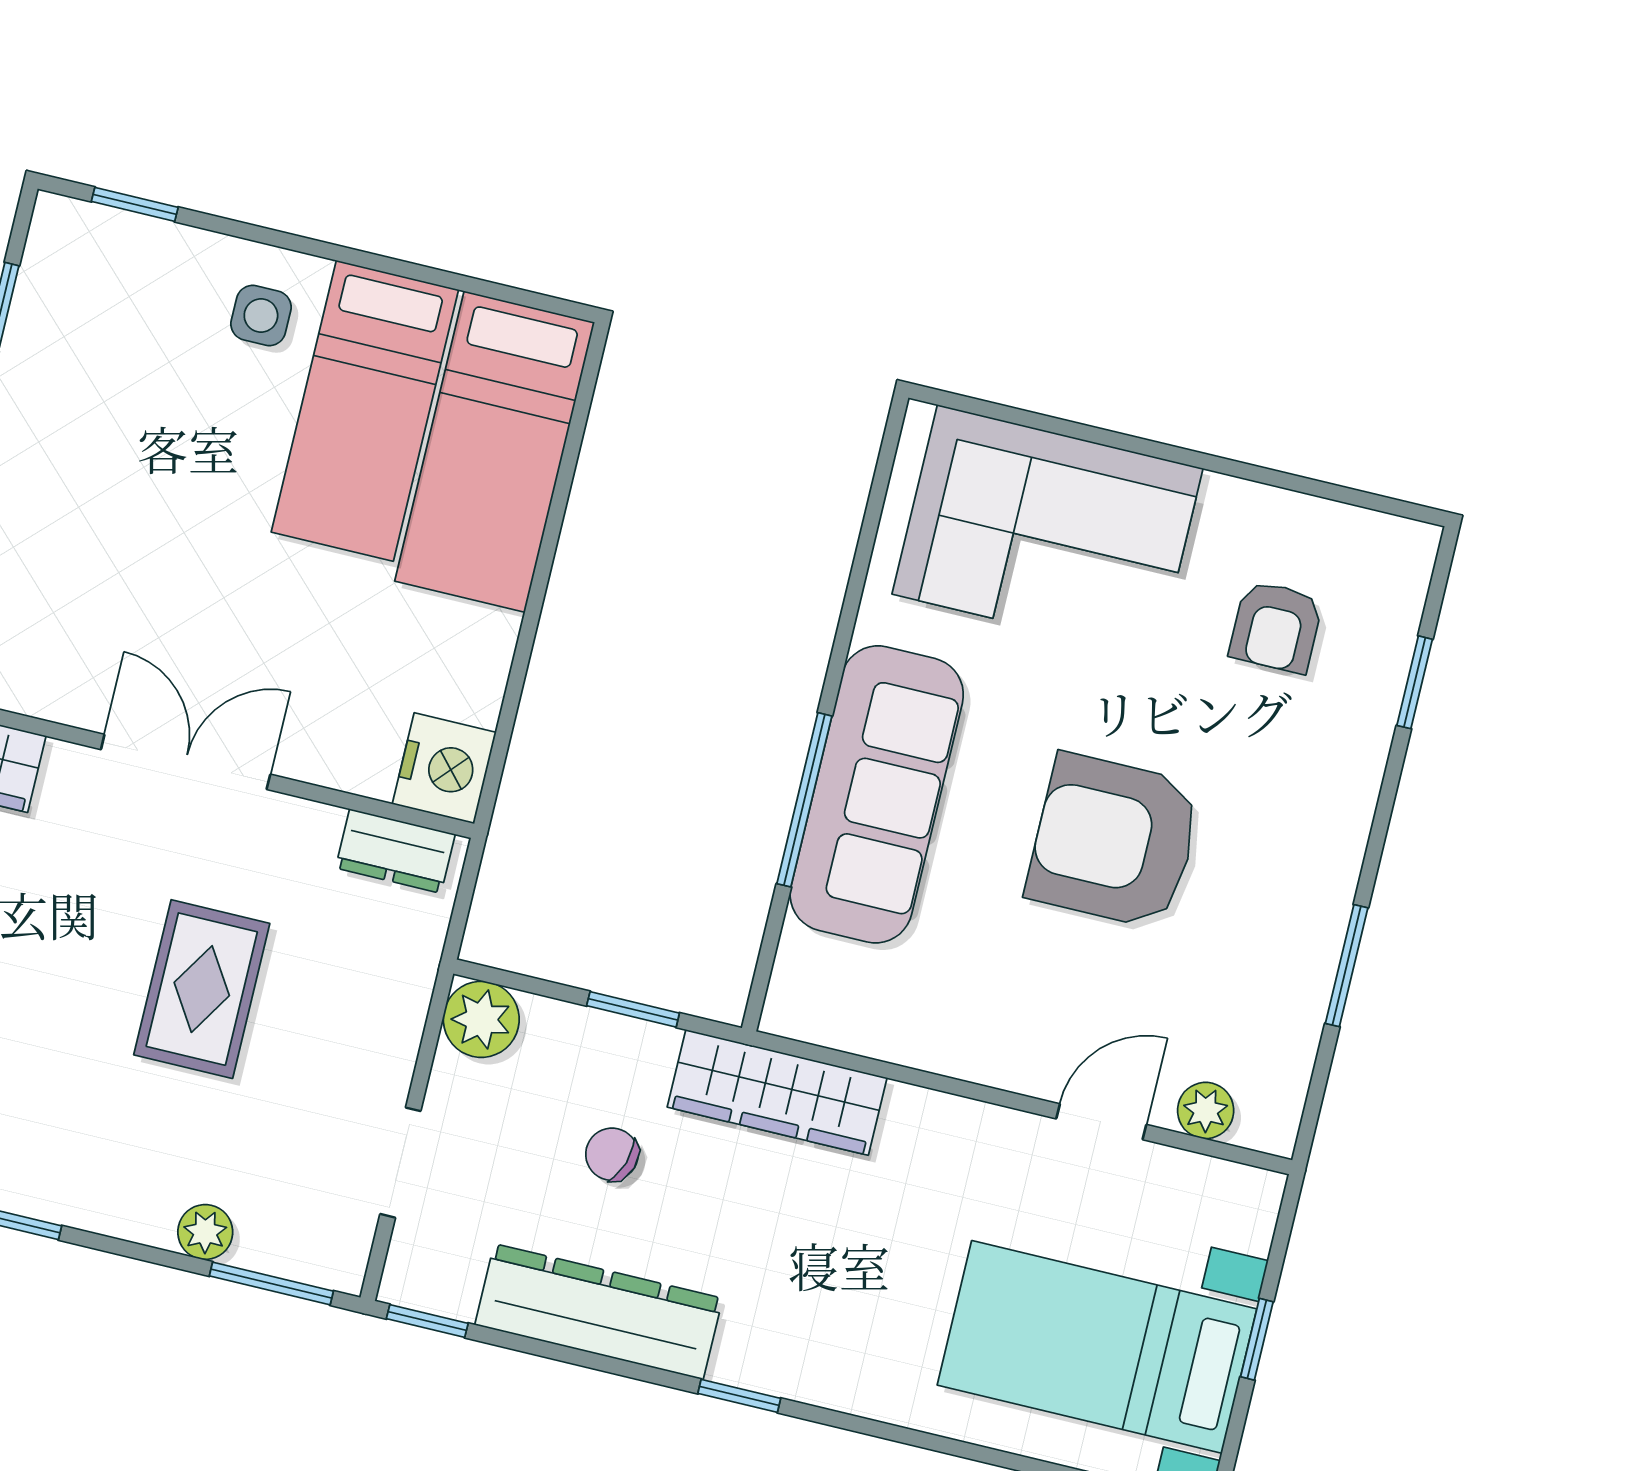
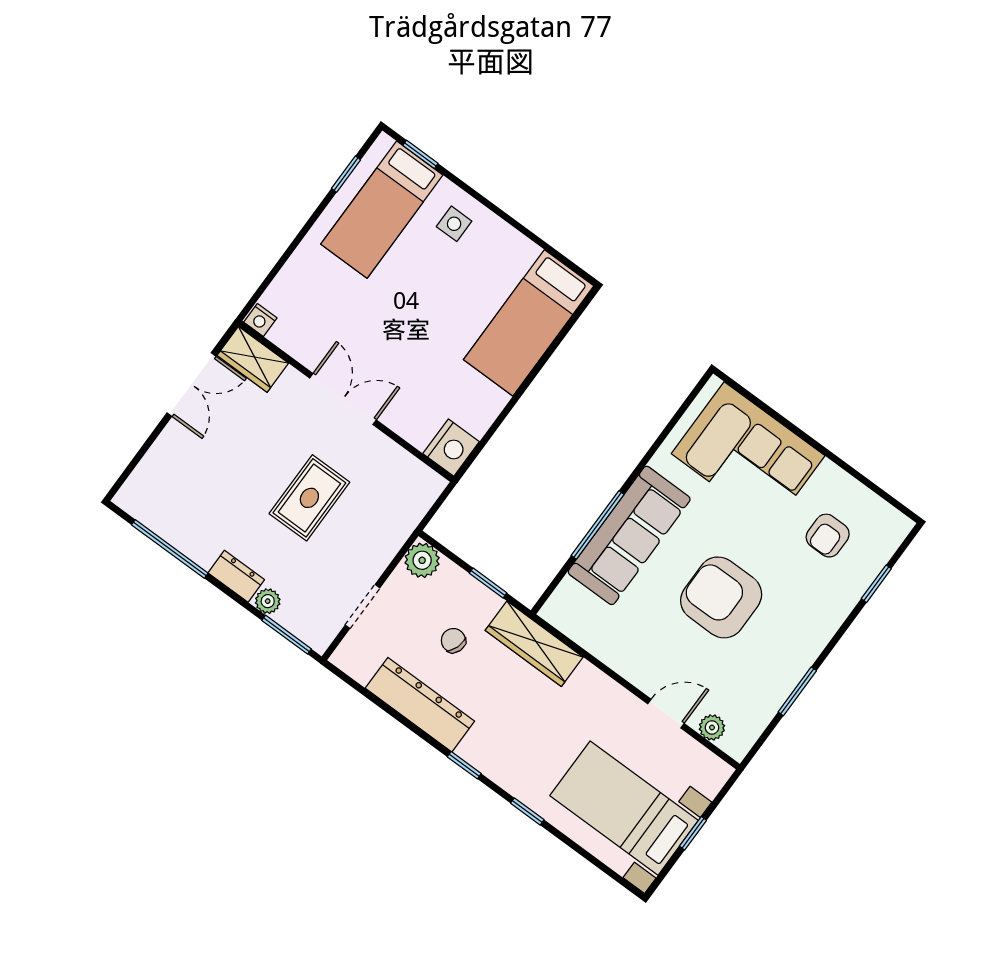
bed: (365, 411) -> (382, 210), moved
dresser: (395, 851) -> (236, 576), moved, turned 180
window: (427, 1321) -> (527, 811), moved

